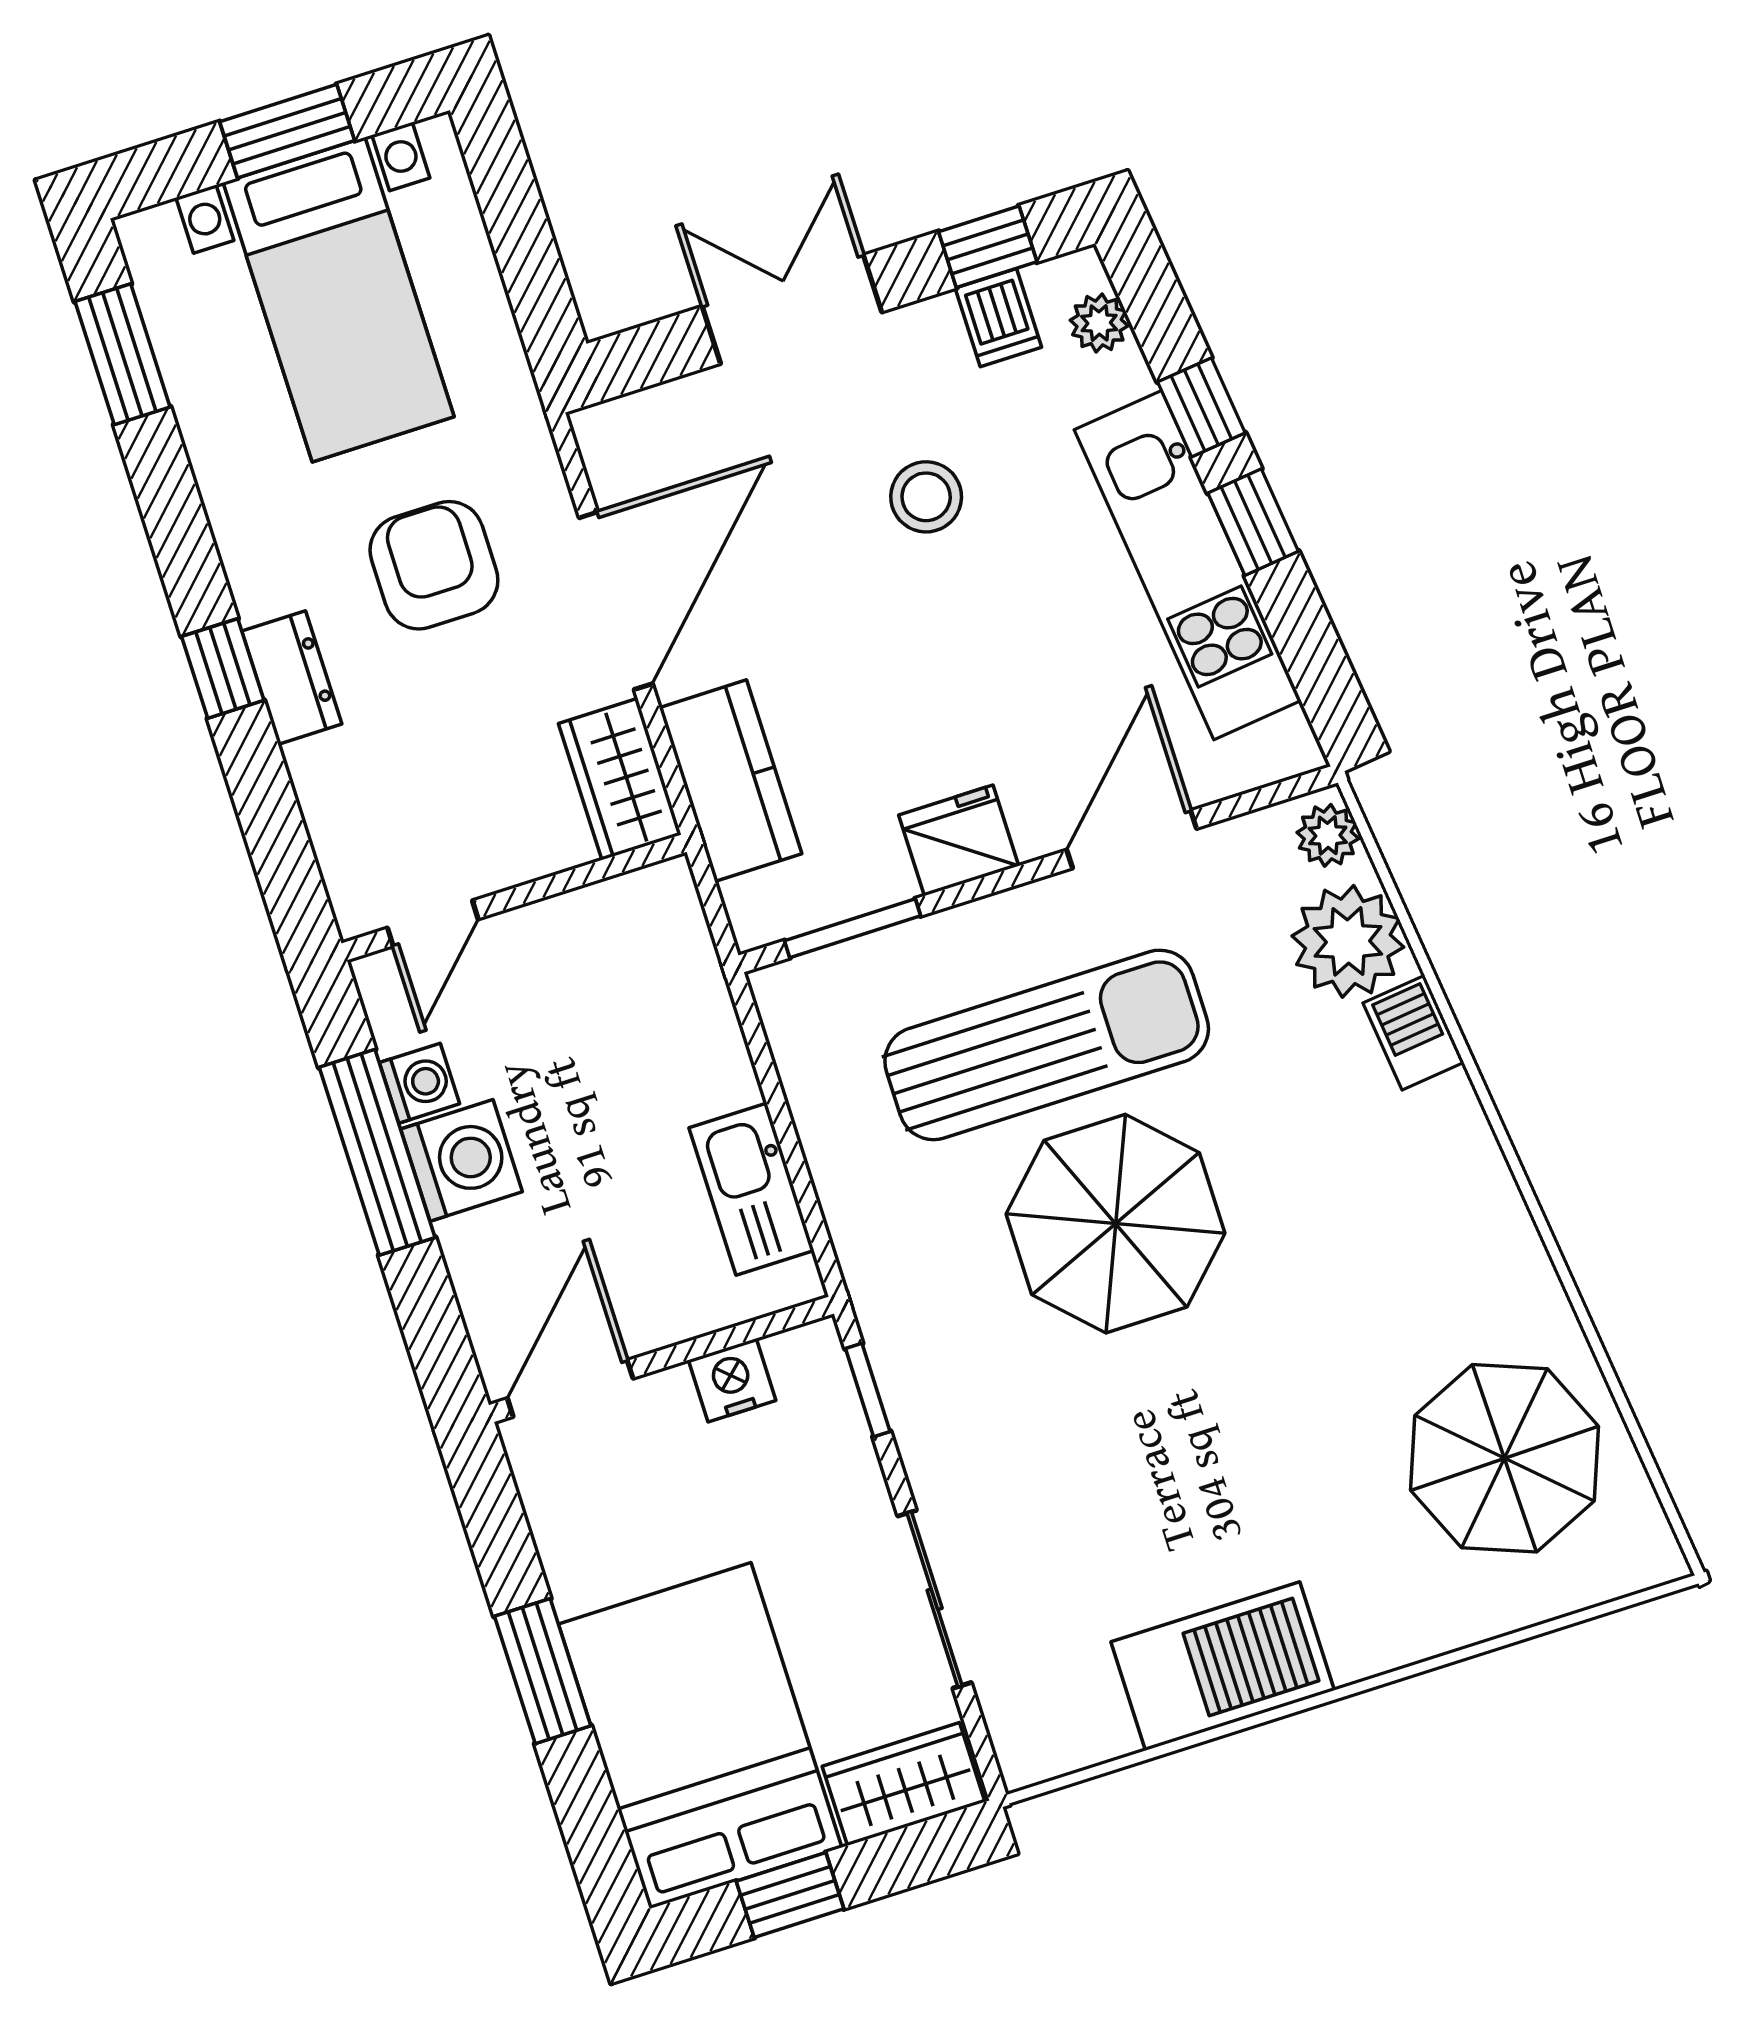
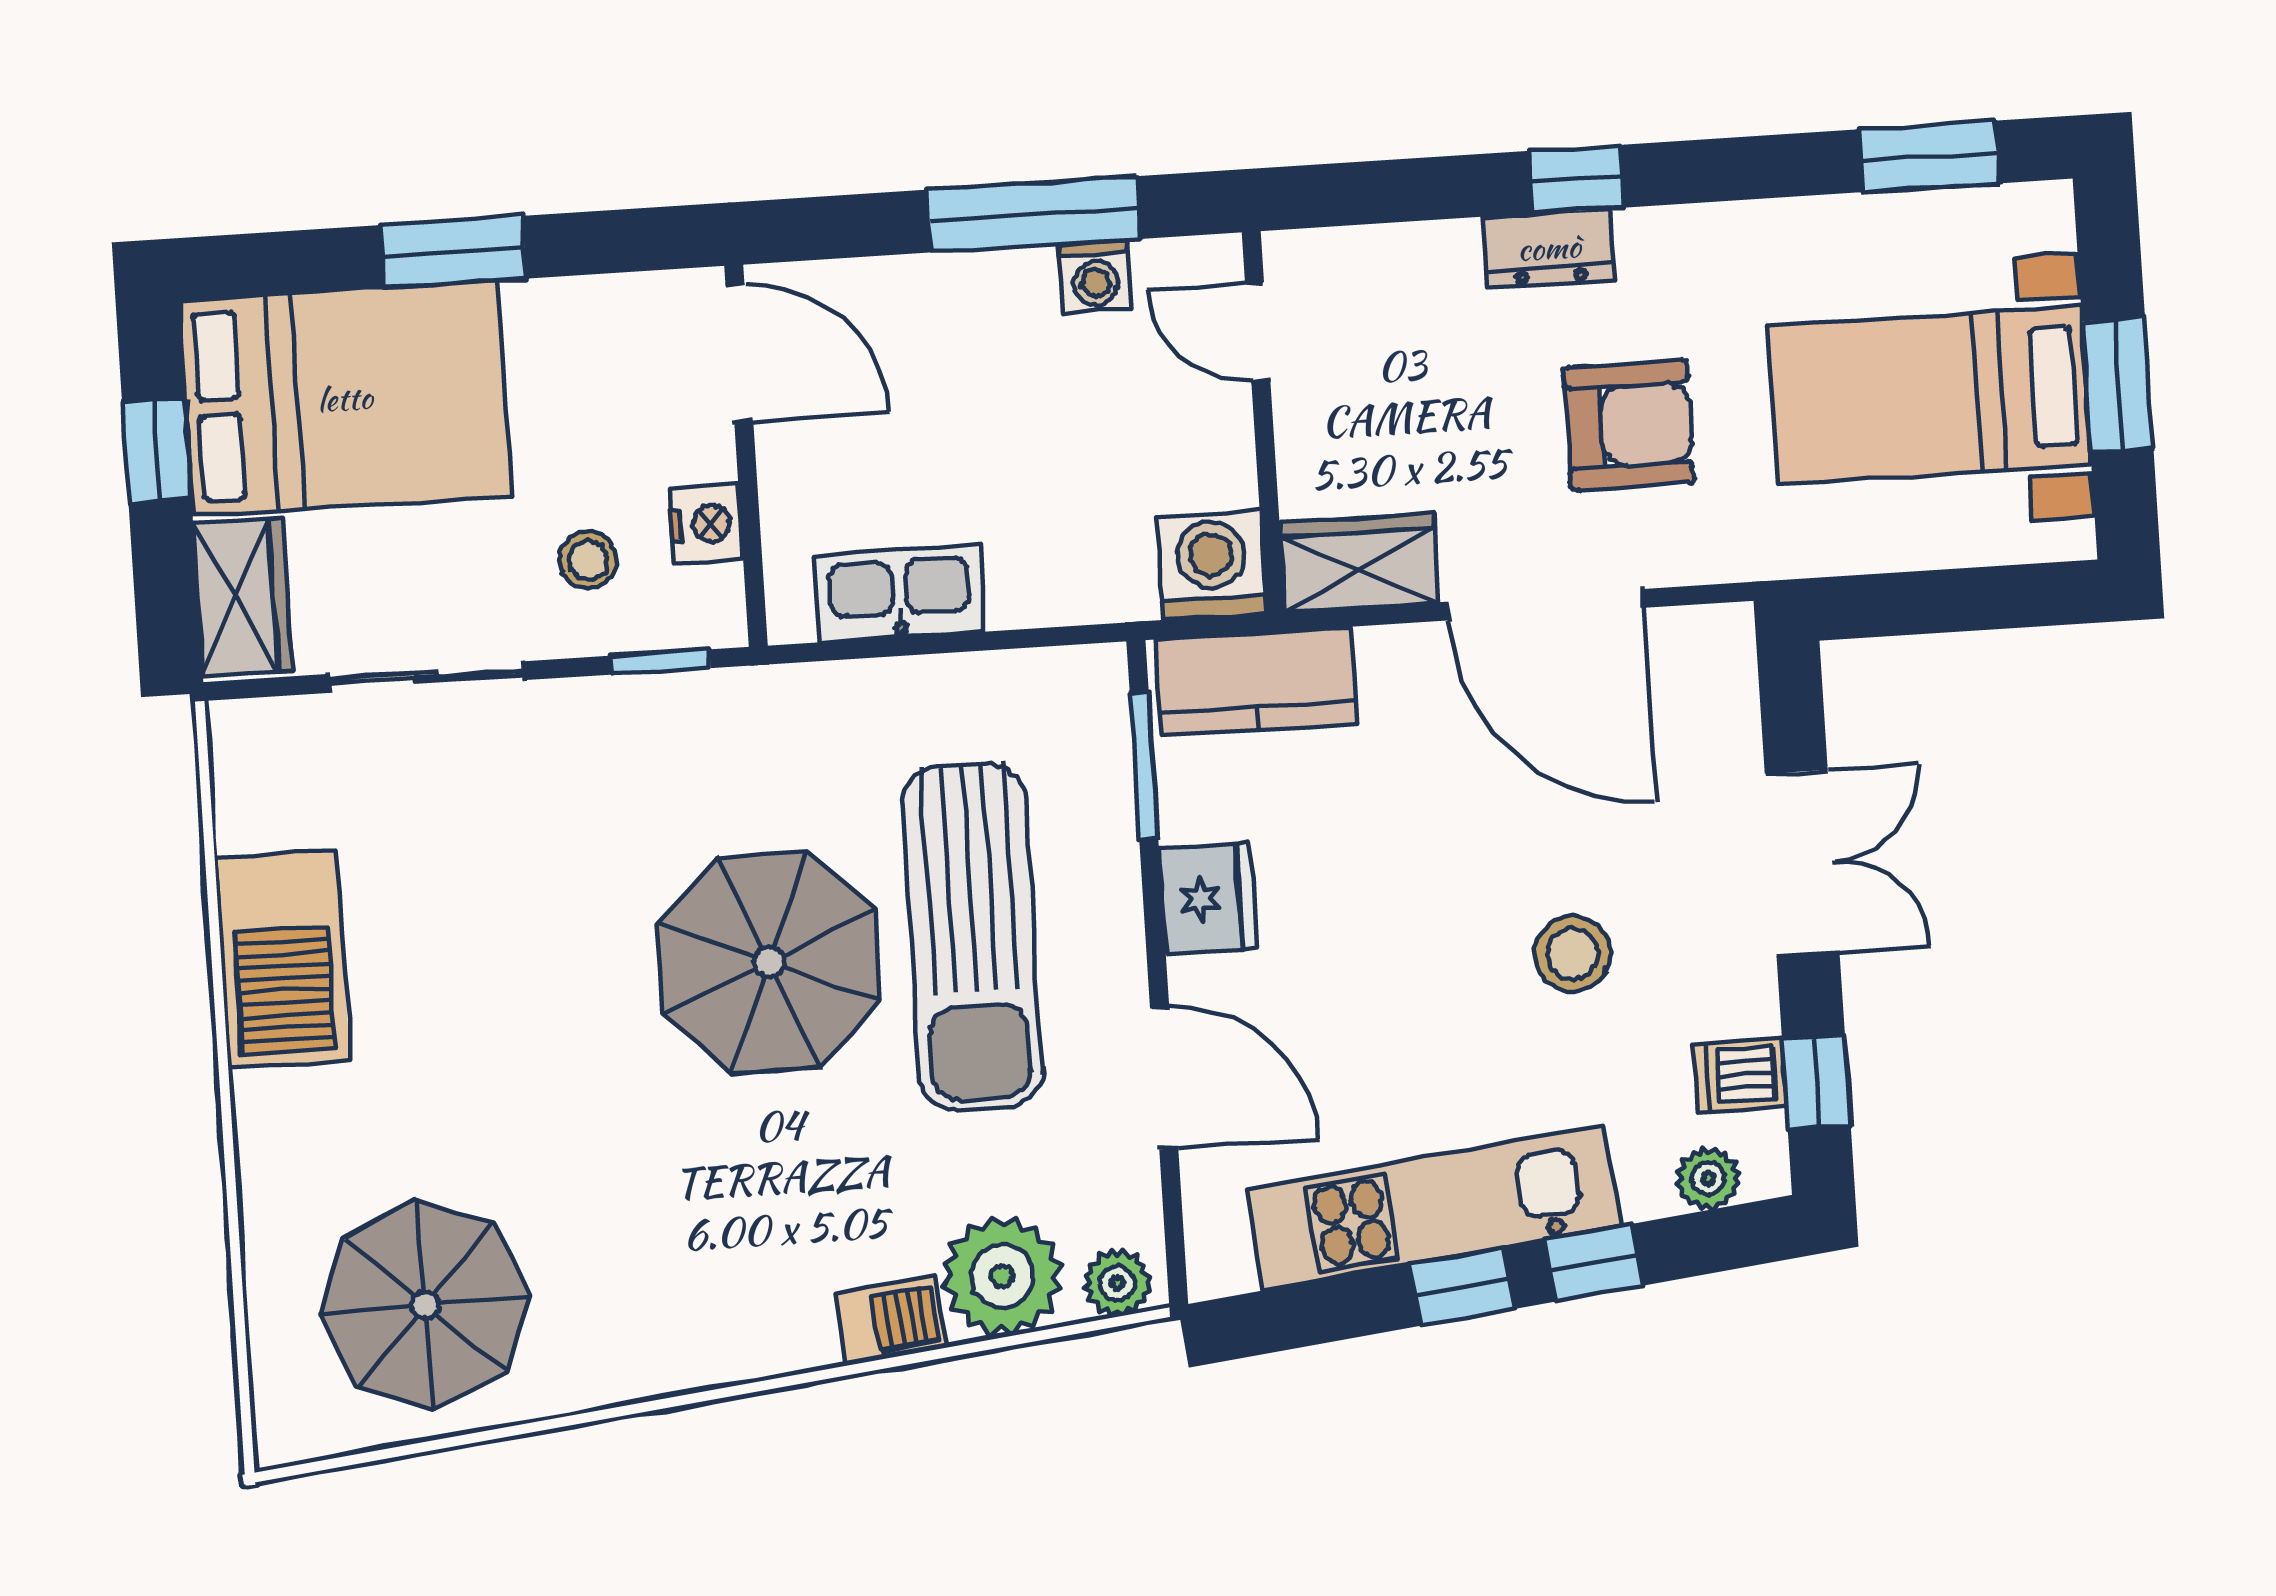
kitchen counter: (731, 781) -> (1256, 682), moved
washing machine: (461, 1160) -> (1211, 565), moved, turned 180
stool: (792, 1479) -> (588, 560), added

